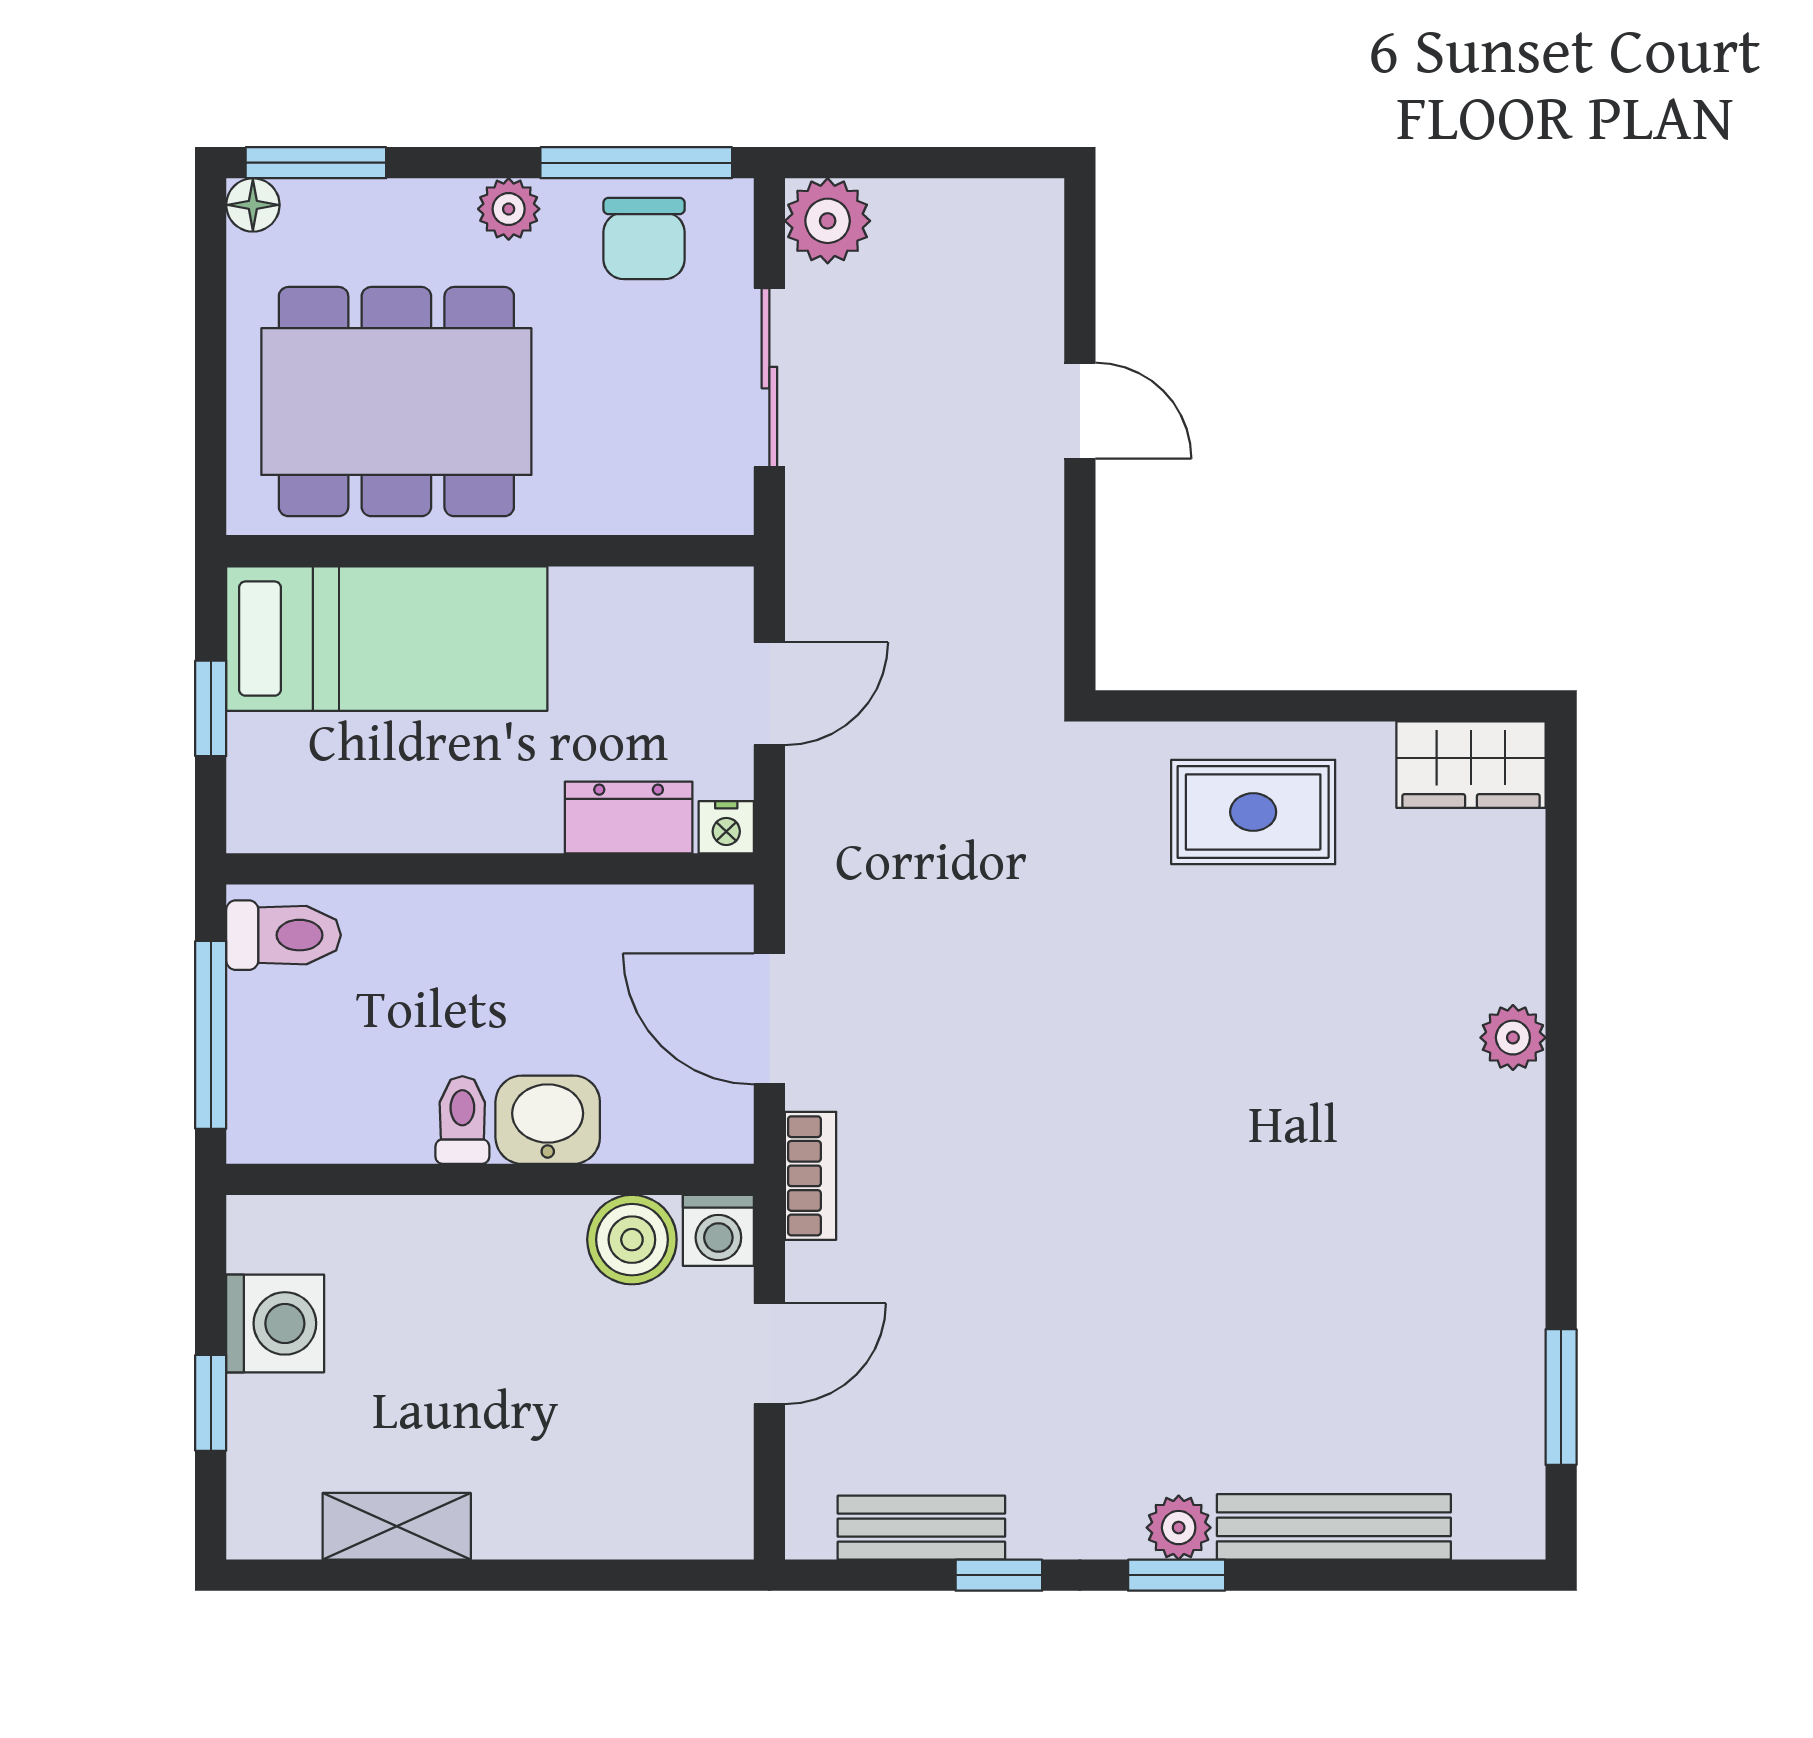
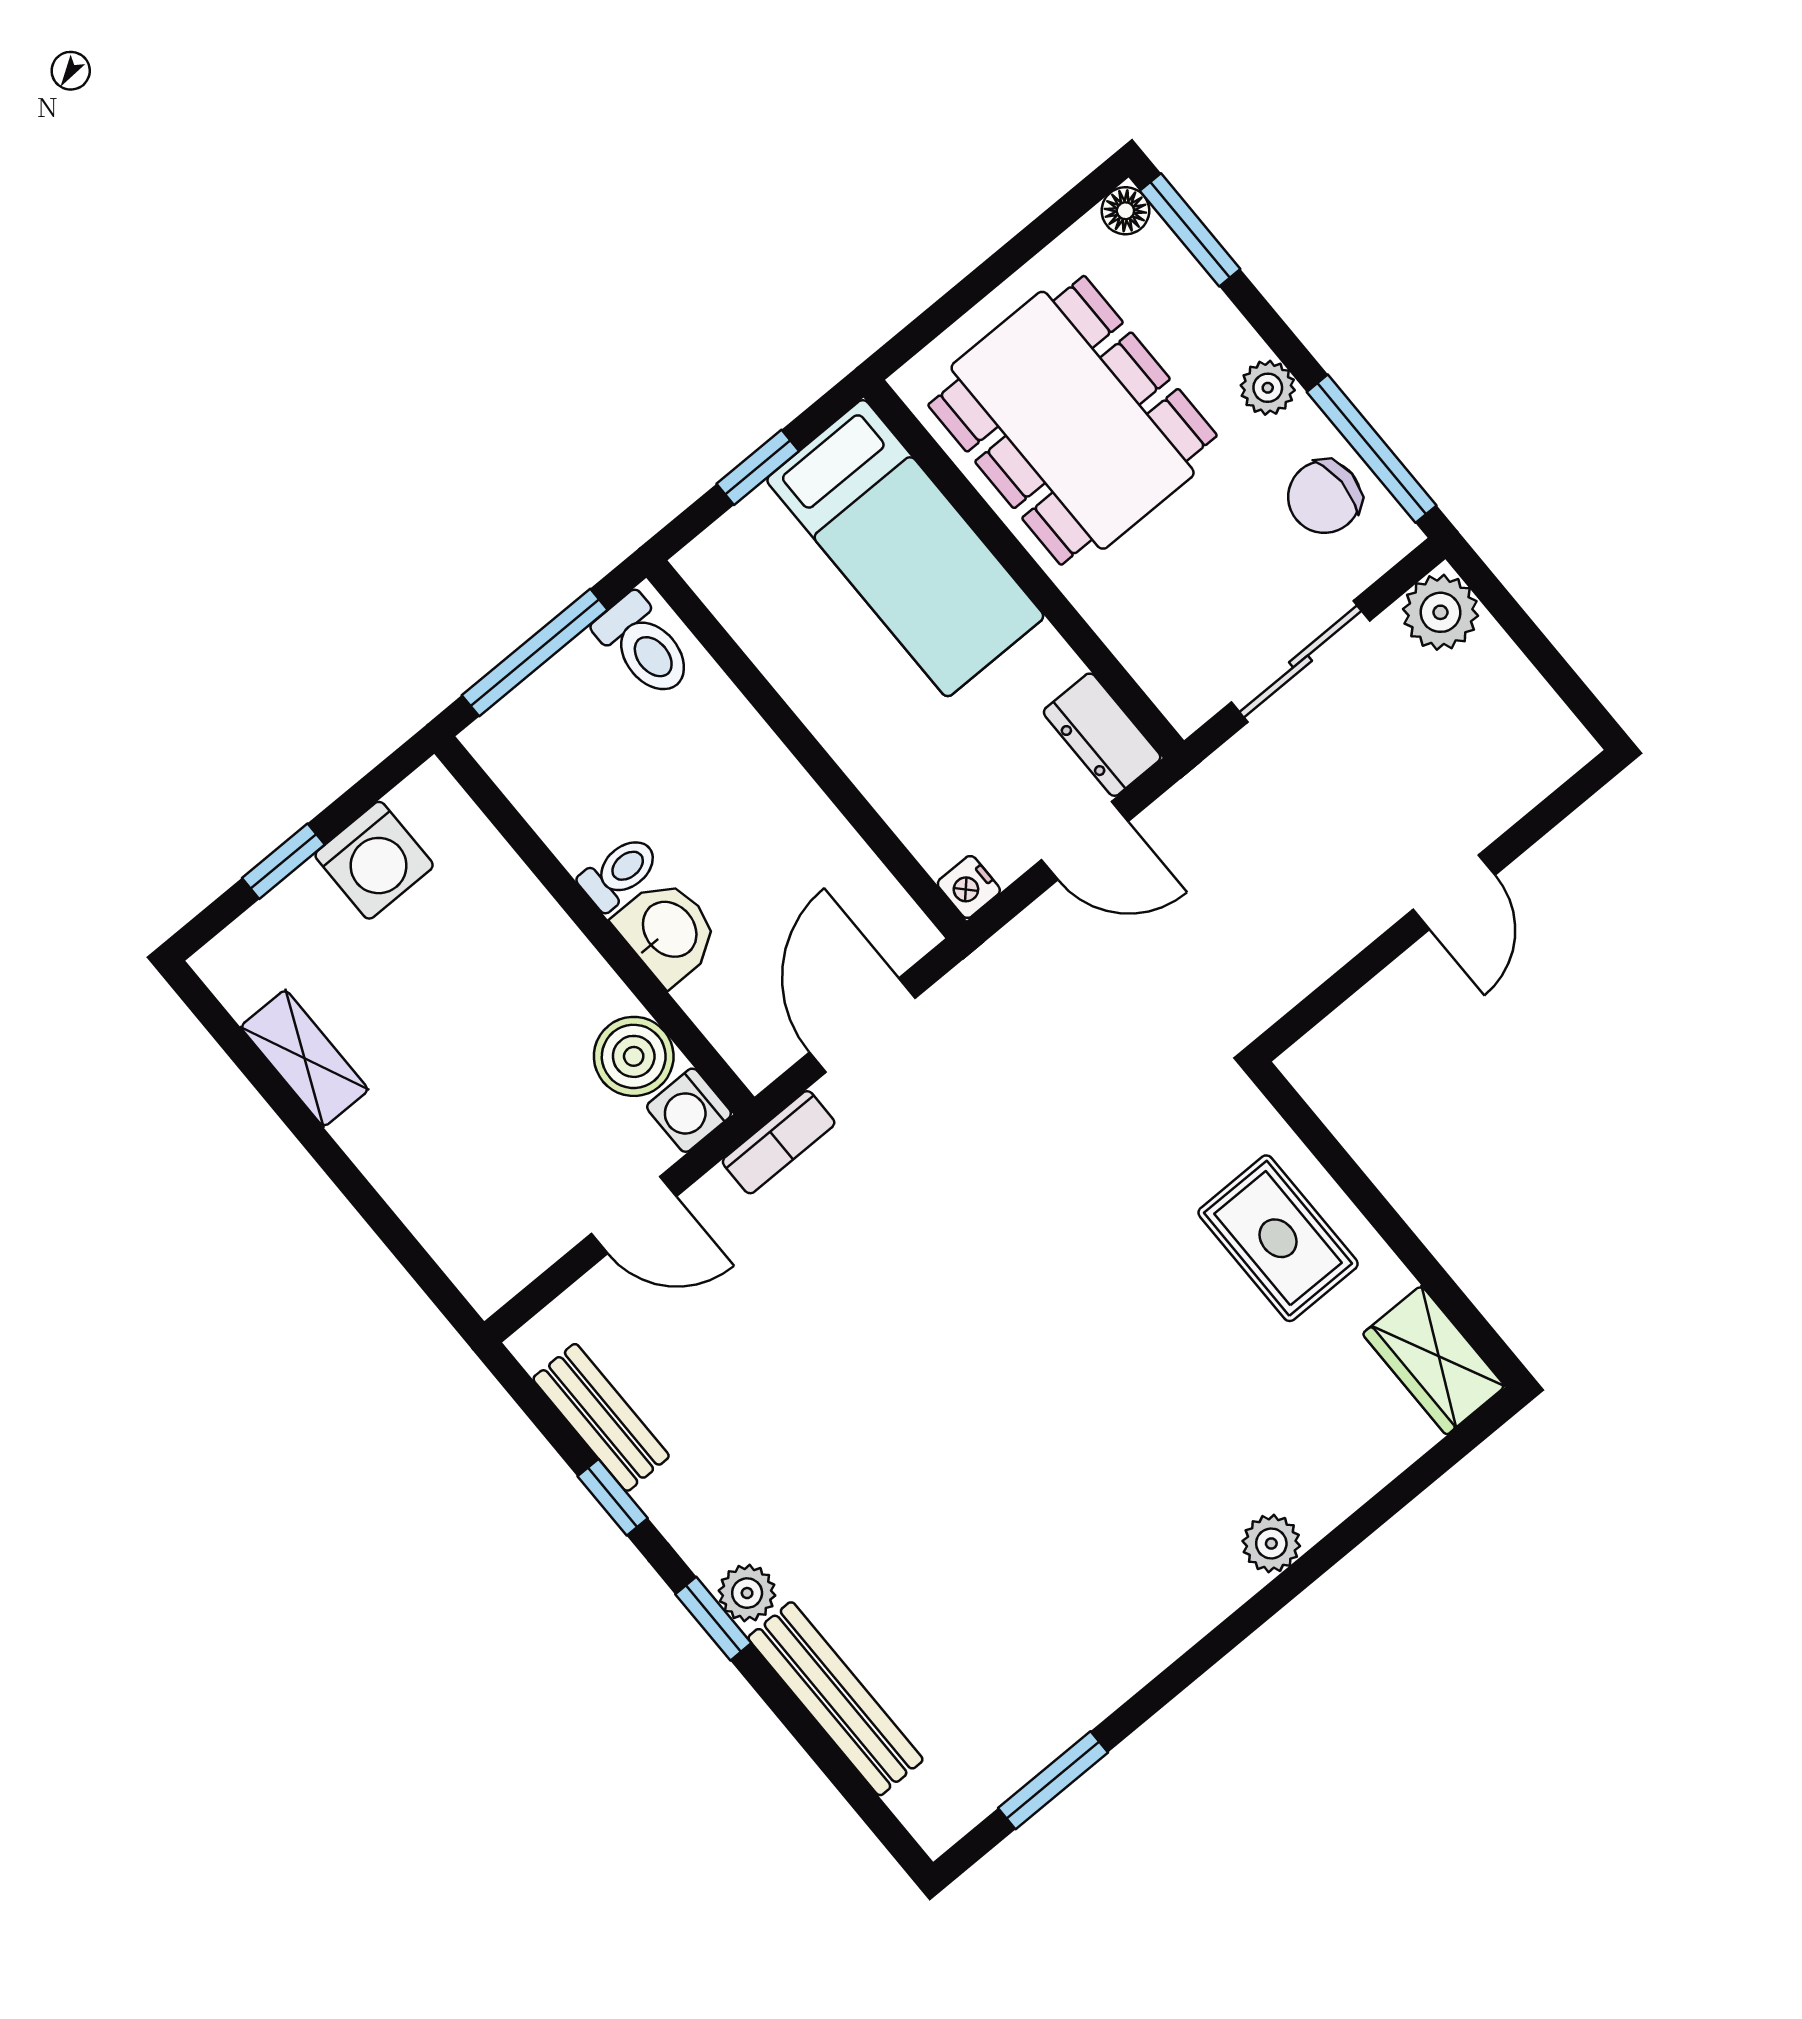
dresser: (629, 818) -> (1102, 735), moved, turned 180

